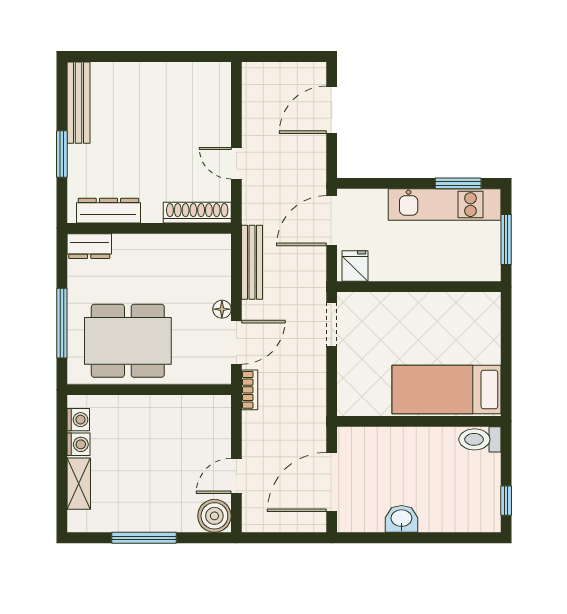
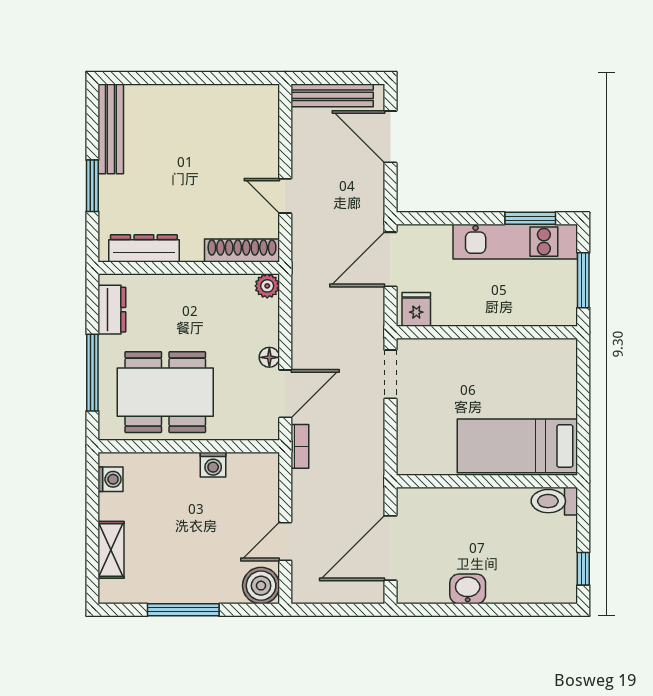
door: (332, 110) -> (390, 137), hinge flipped
plant: (220, 245) -> (267, 286), added
dresser: (89, 246) -> (112, 310), moved, turned -90
bench: (252, 262) -> (332, 95), moved, turned 90
washing machine: (79, 444) -> (213, 465), moved, turned 90

